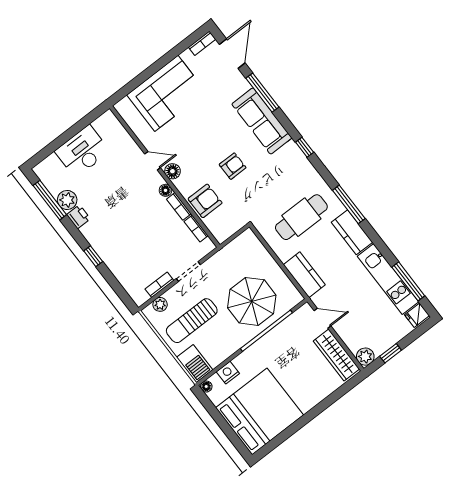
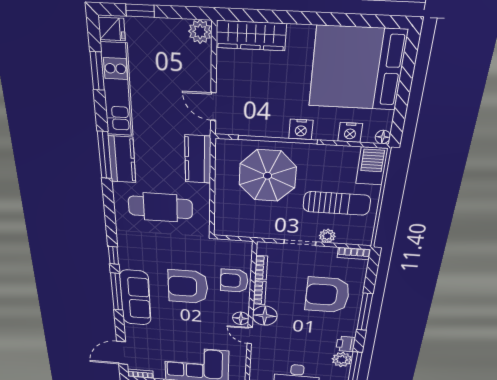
window: (262, 93) -> (117, 292), moved
armchair: (233, 166) -> (188, 287), width x1.88, depth x1.88
floor lamp: (165, 190) -> (265, 316), width x1.89, depth x1.89
window: (349, 204) -> (105, 155), moved
armchair: (132, 247) -> (327, 295), added
window: (93, 256) -> (365, 312), width x2.17
window: (408, 281) -> (97, 71), width x0.69
bookcase: (159, 285) -> (354, 253), moved
plant: (160, 304) -> (327, 236), moved
nightstand: (258, 349) -> (301, 129), added
window: (391, 353) -> (140, 11), moved
wardrobe: (336, 355) -> (251, 36), moved, turned 90

